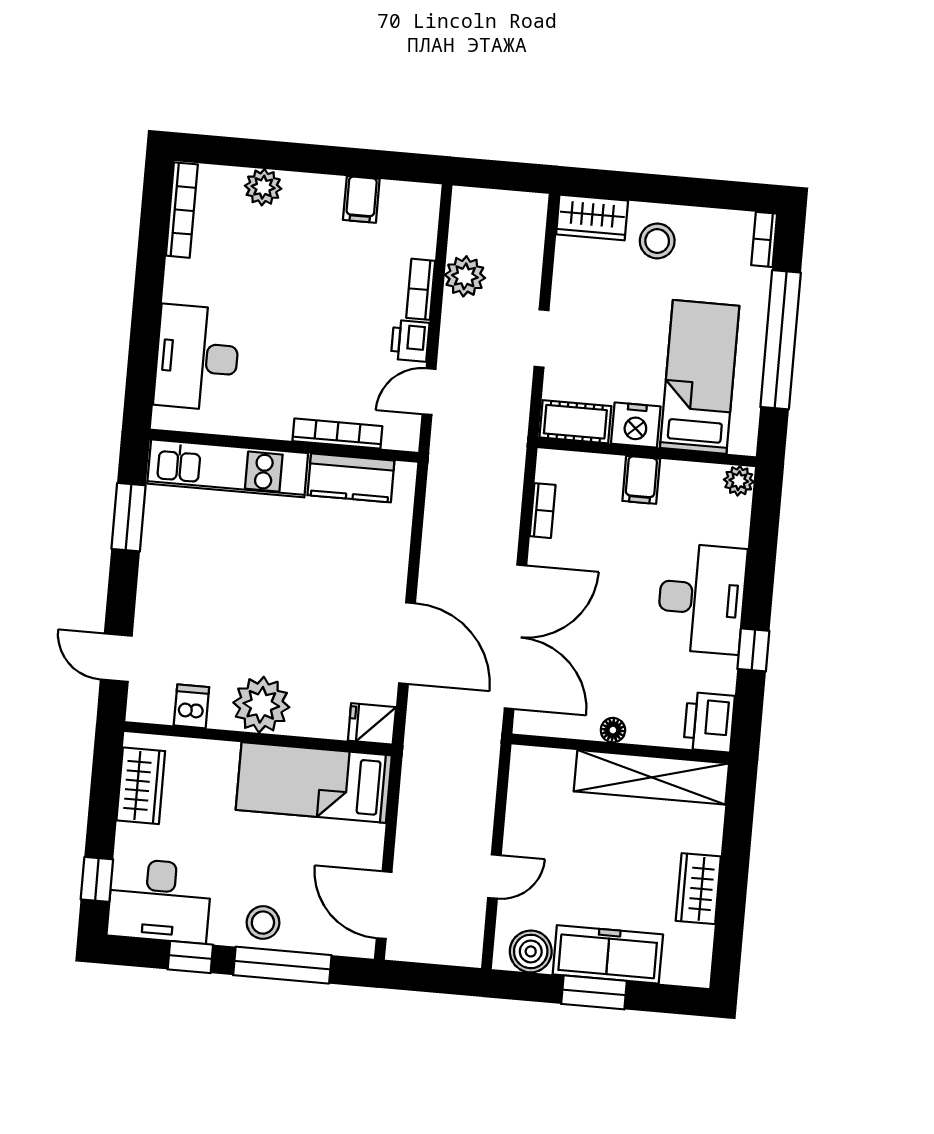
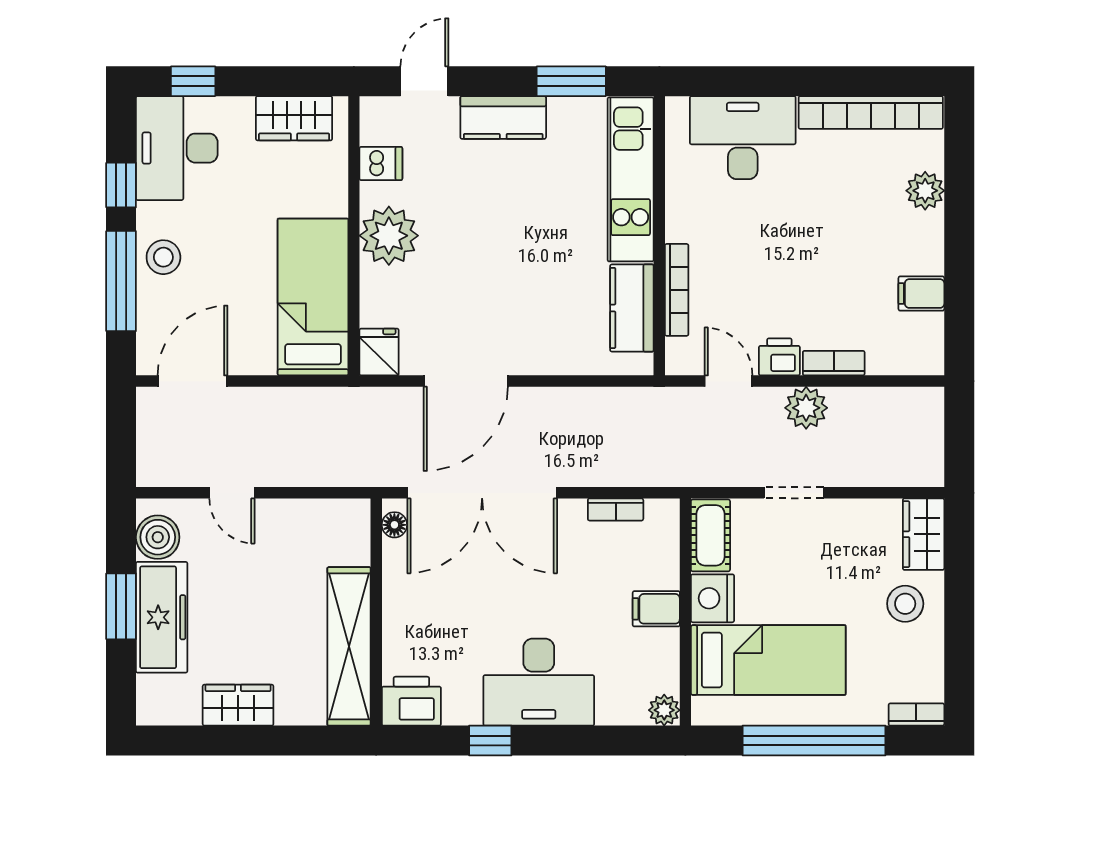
bookcase: (182, 210) -> (871, 112), width x1.48, depth x1.31
plant: (465, 276) -> (806, 408), moved
kitchen counter: (158, 585) -> (503, 118), added
floor lamp: (613, 730) -> (394, 525), moved

